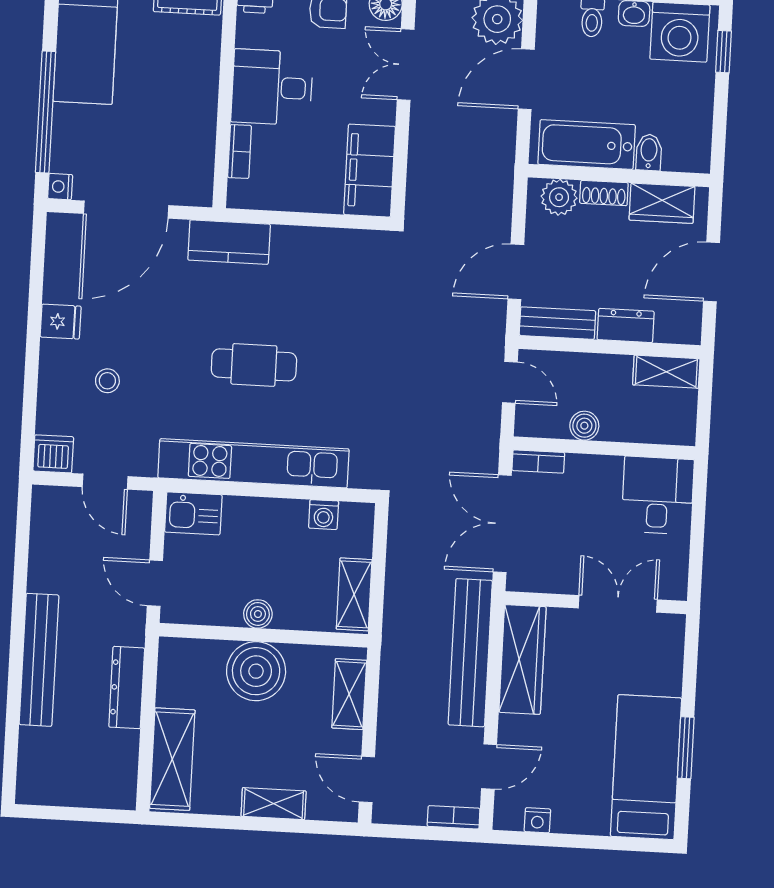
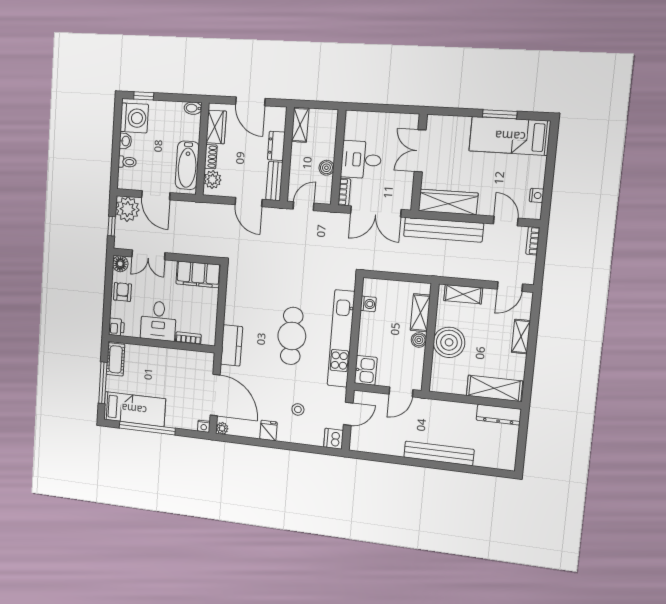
window: (46, 112) -> (147, 428), moved
bidet: (649, 152) -> (193, 108), moved
plant: (59, 225) -> (222, 428), added
cafe table: (254, 365) -> (292, 336), width x1.37, depth x1.35
desk: (658, 495) -> (361, 160), moved
shelving: (354, 594) -> (420, 313), moved, turned 90
dresser: (127, 688) -> (499, 415), moved

